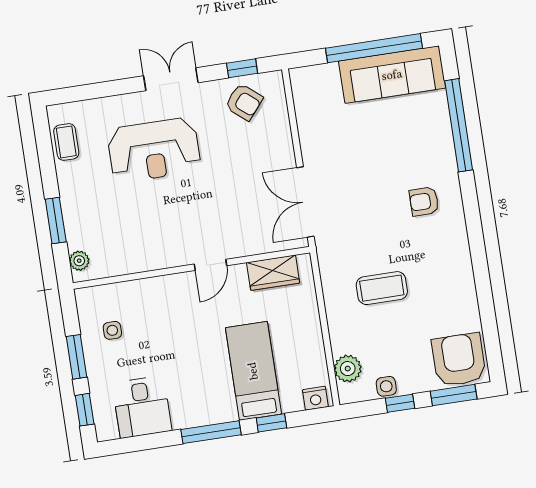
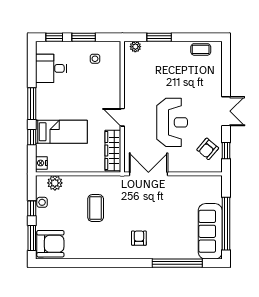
reception desk: (154, 150) -> (172, 122), moved, turned 180
wardrobe: (273, 273) -> (113, 150), width x1.50

